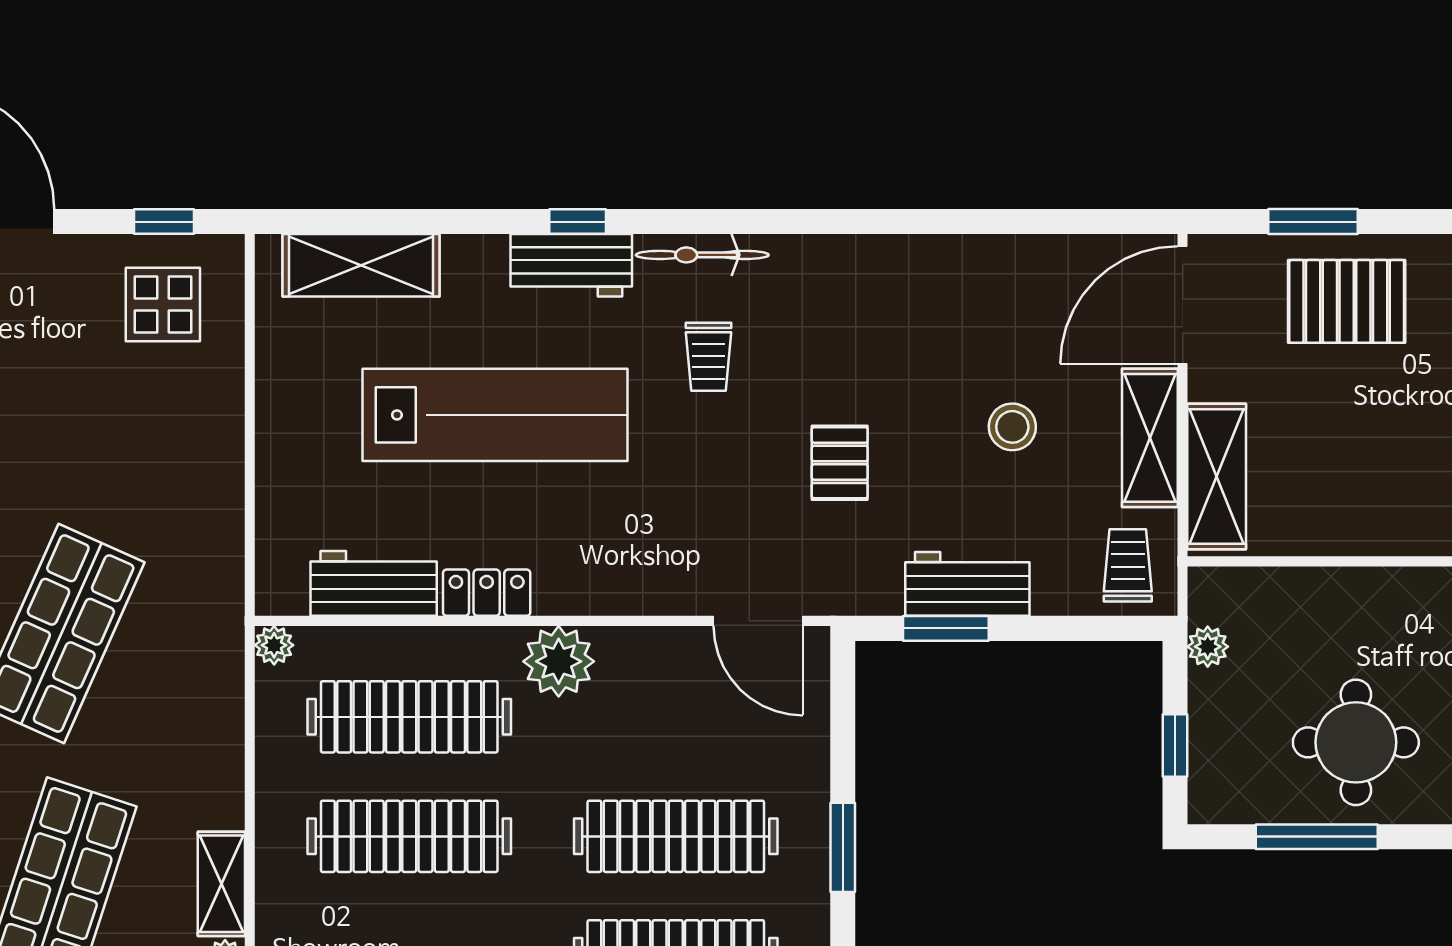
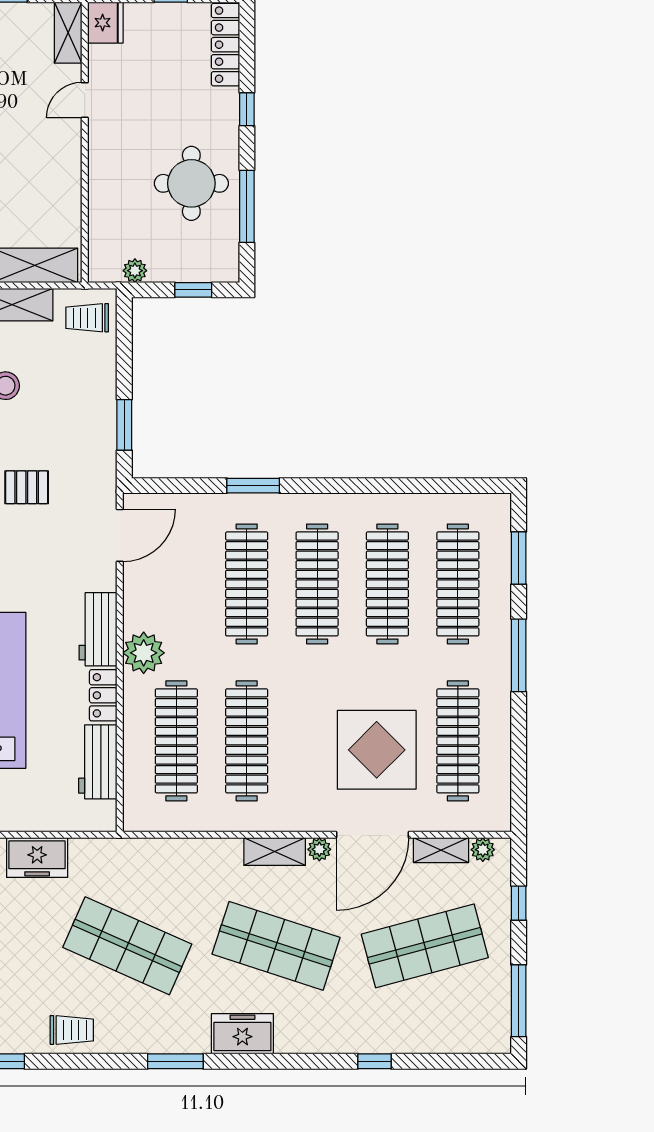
freezer: (211, 480) -> (37, 858), added
workbench: (967, 584) -> (98, 629), moved
plant: (274, 645) -> (134, 820), removed

